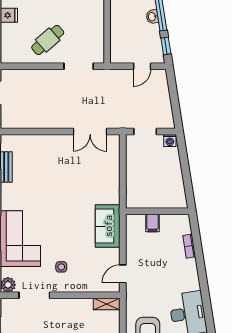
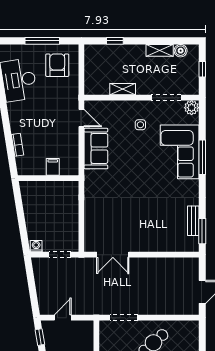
double door: (90, 132) -> (113, 255), swing flipped
sofa: (108, 226) -> (96, 149), moved
door: (123, 274) -> (81, 118), hinge flipped
shelving: (107, 304) -> (123, 89), moved

